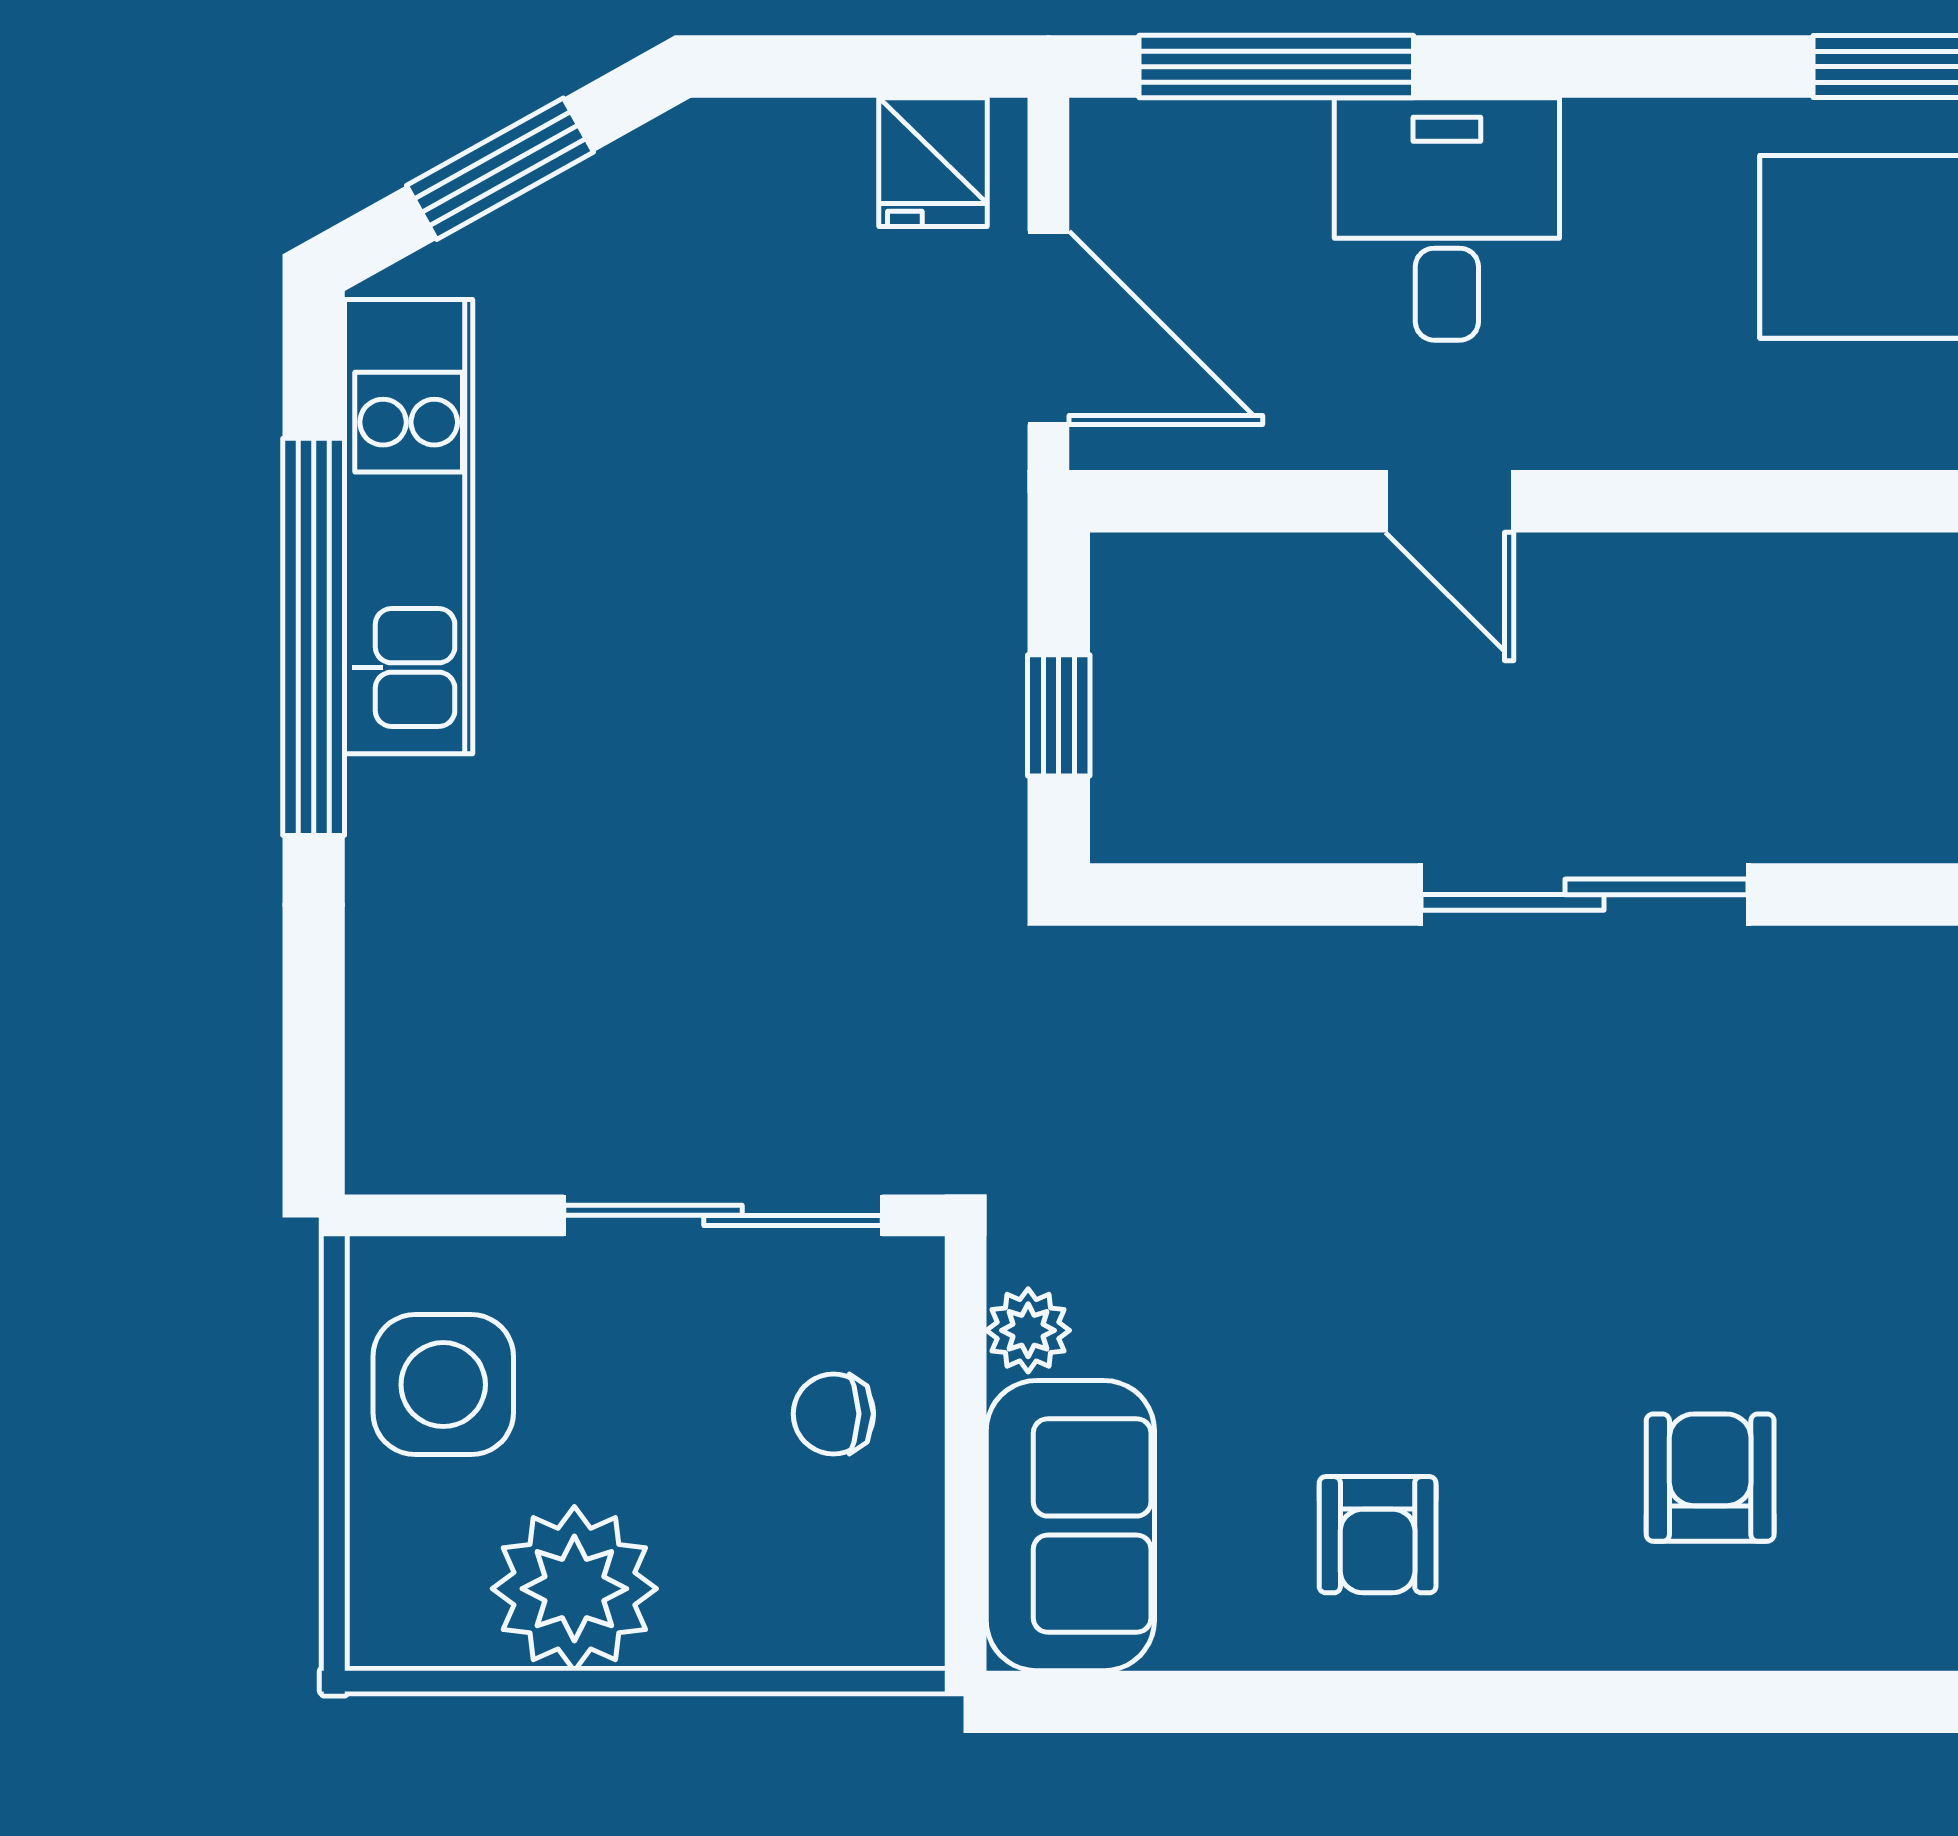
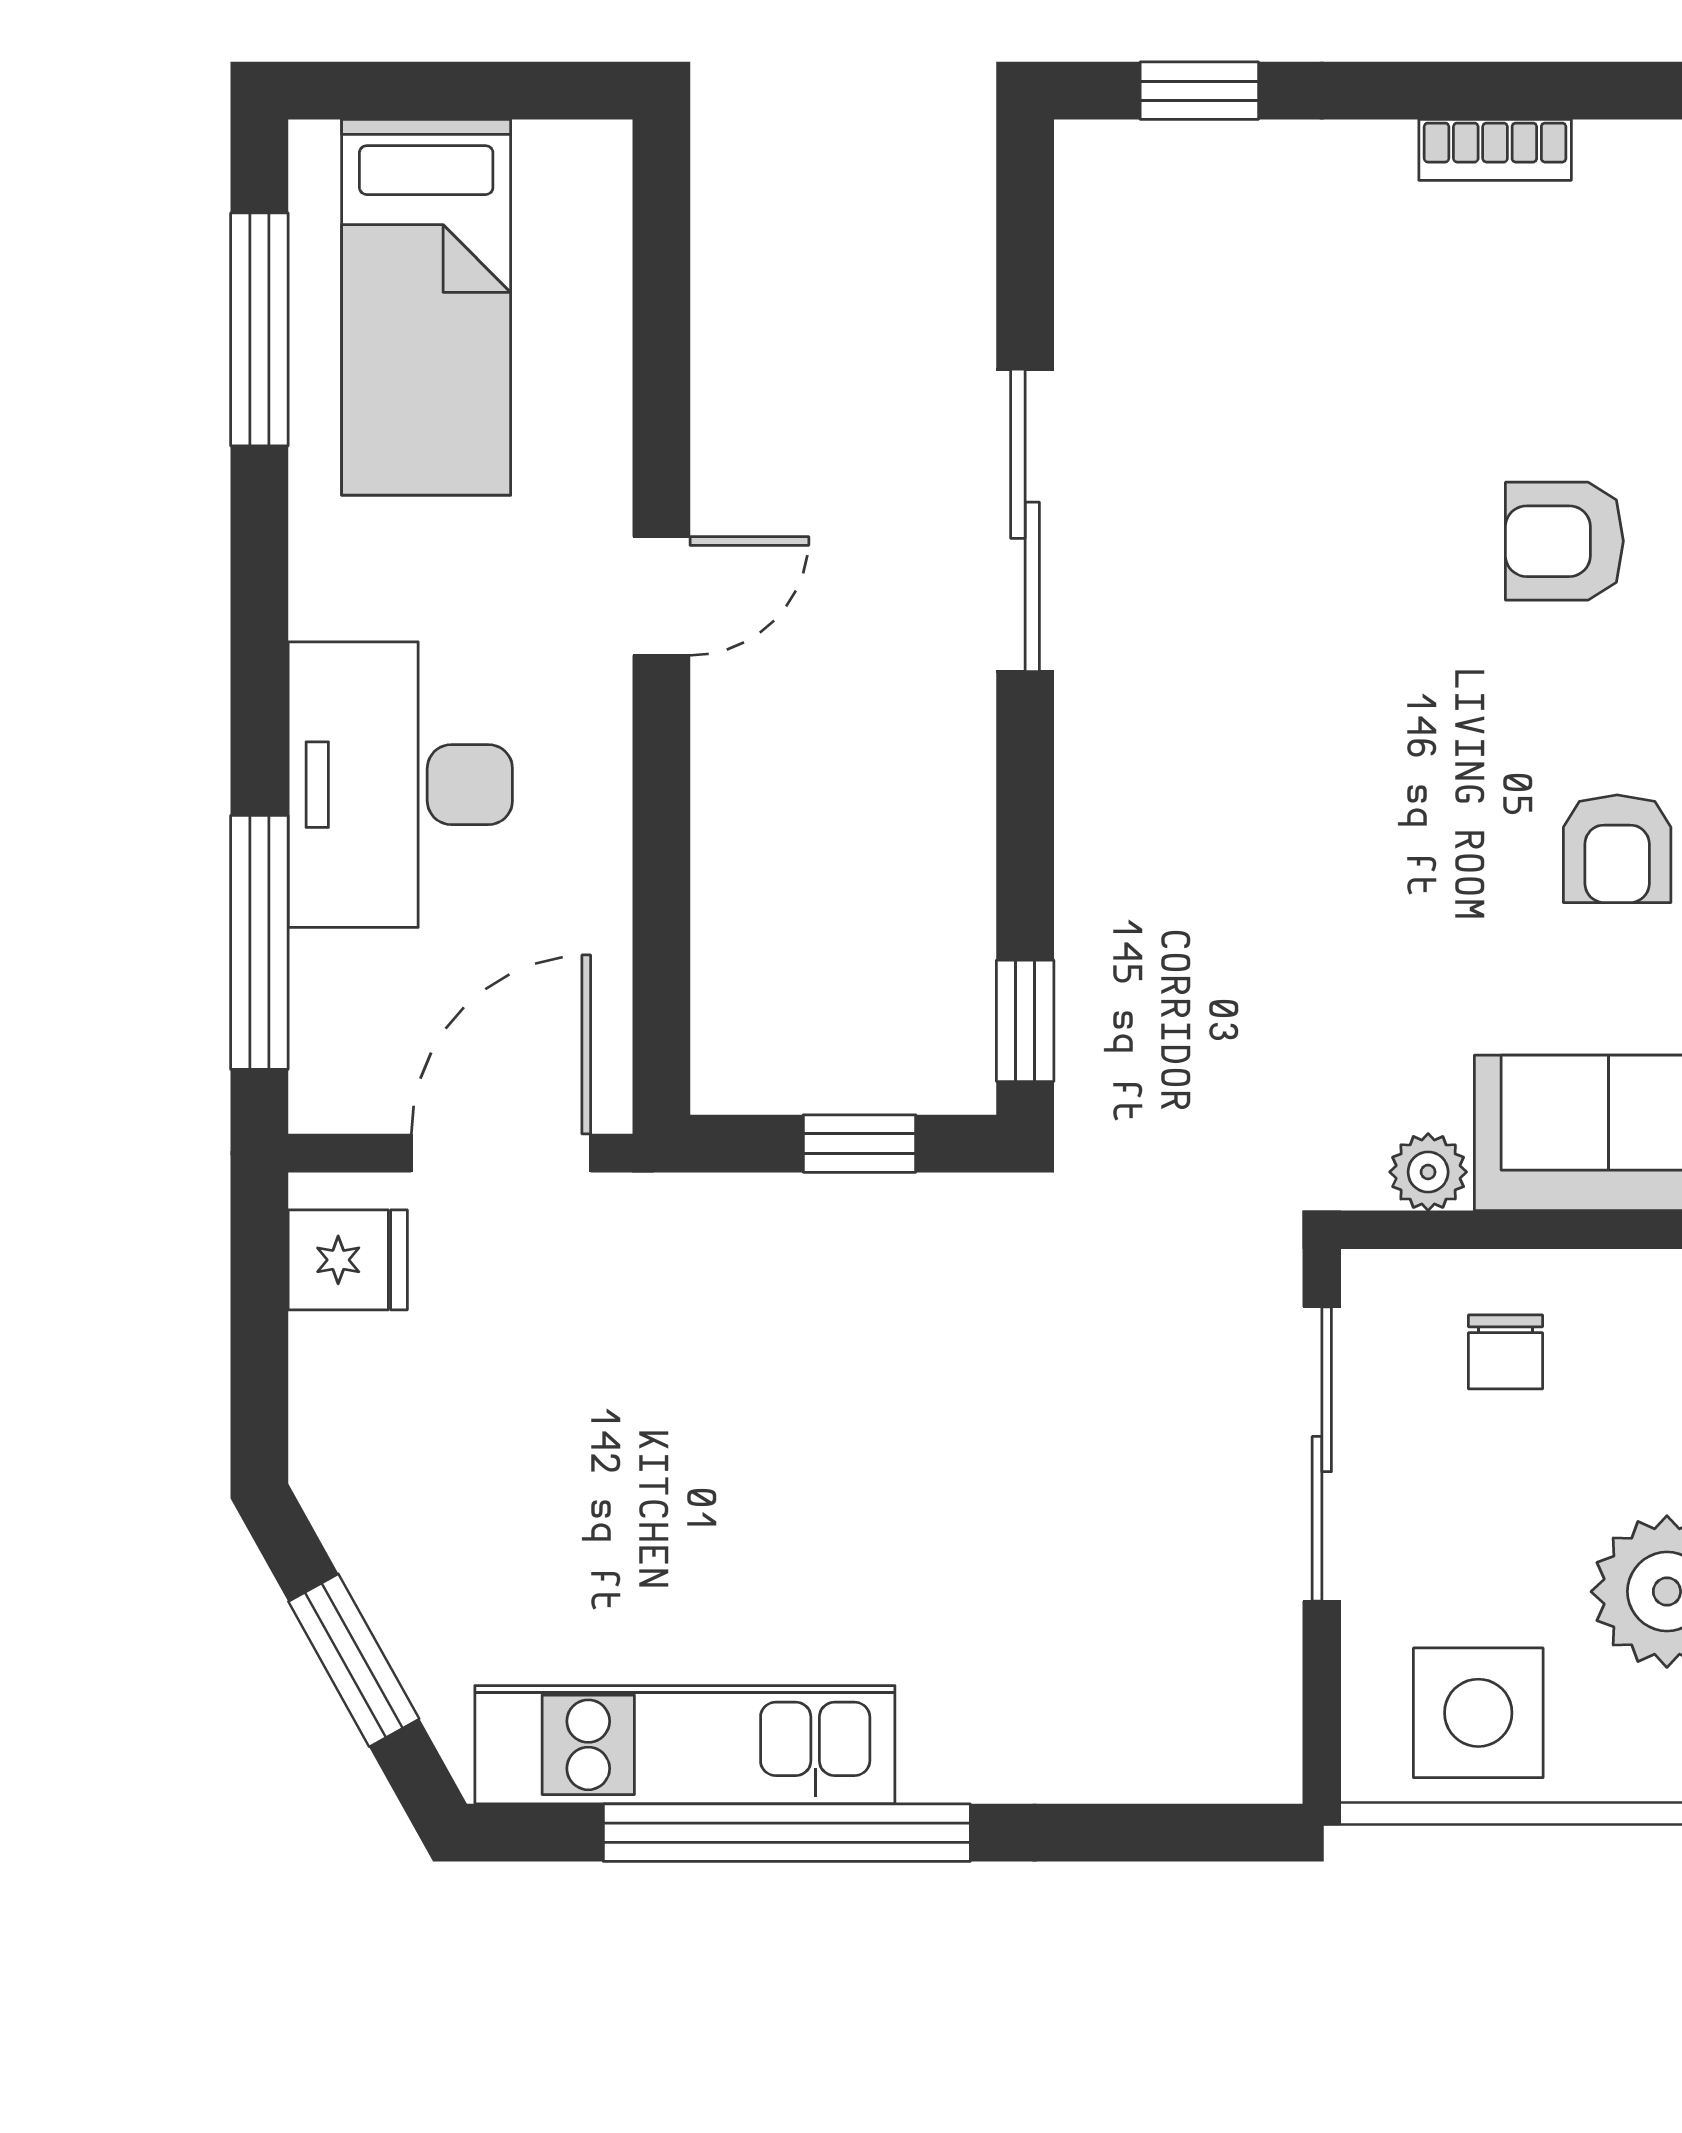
desk: (1447, 219) -> (400, 785), width x1.37
door: (1450, 501) -> (661, 596), moved
window: (1191, 895) -> (1025, 1021), added
sliding door: (1584, 895) -> (1025, 520), moved
armchair: (1378, 1535) -> (1617, 849), turned 90

